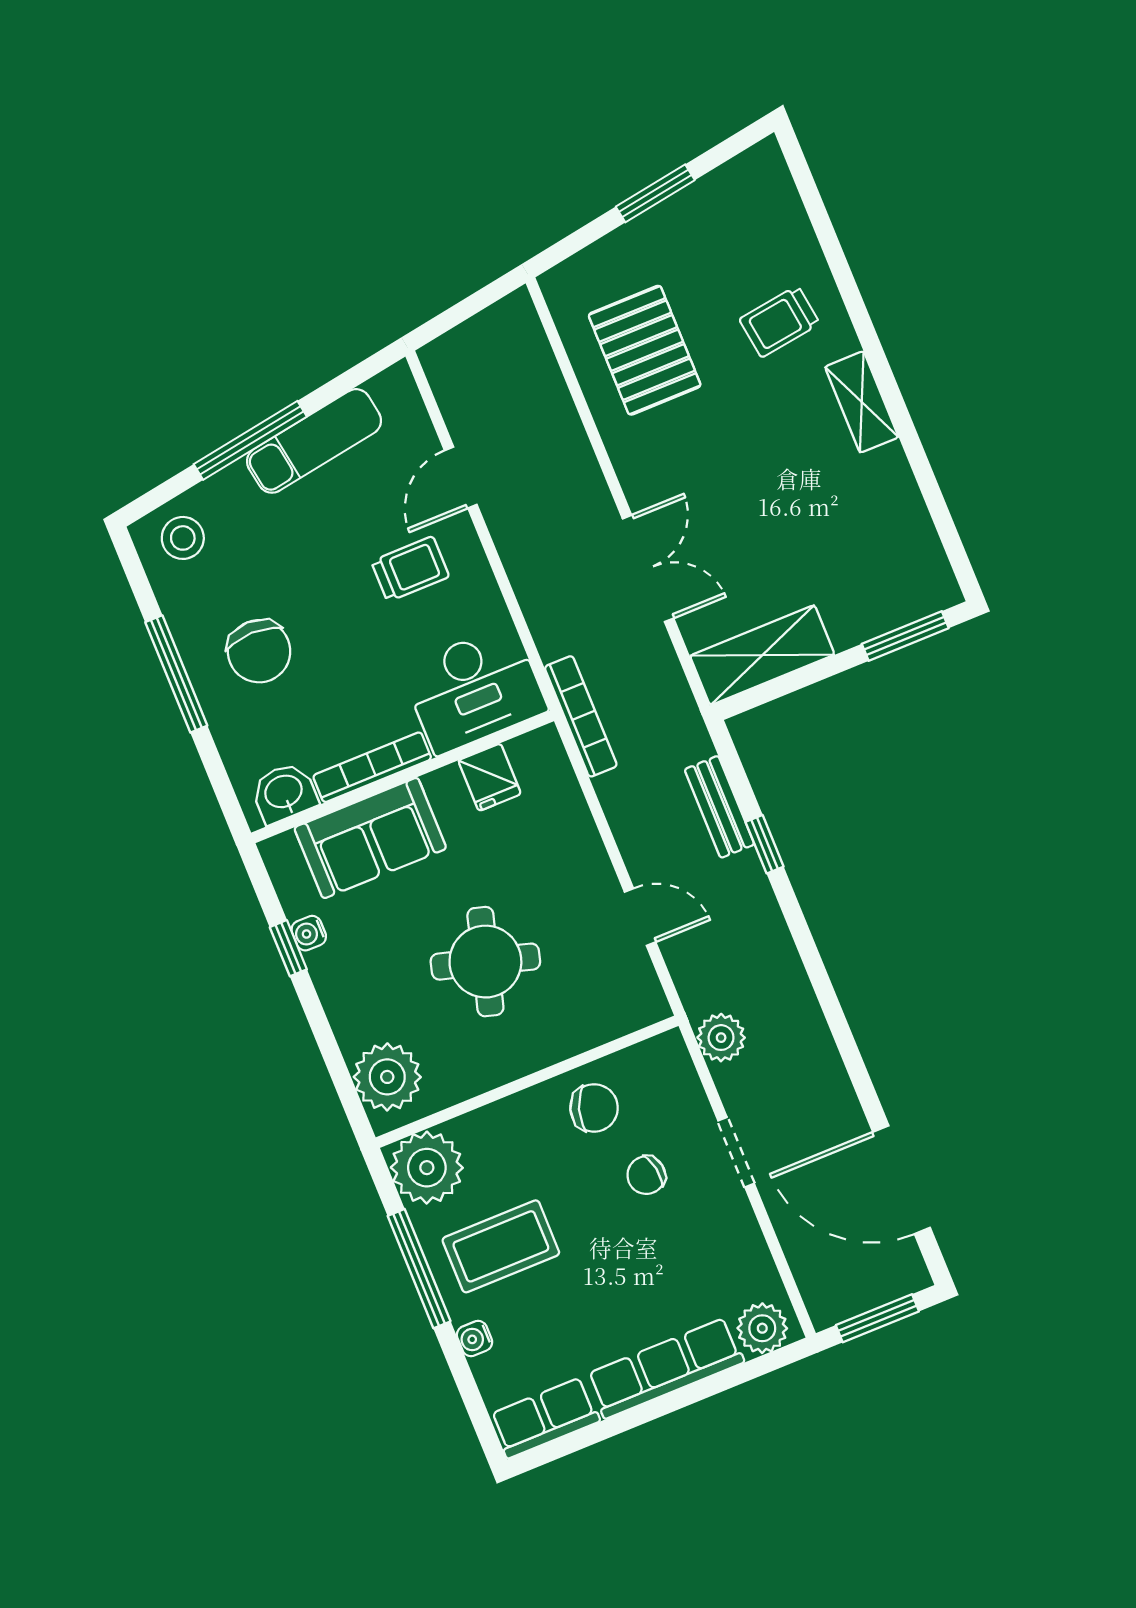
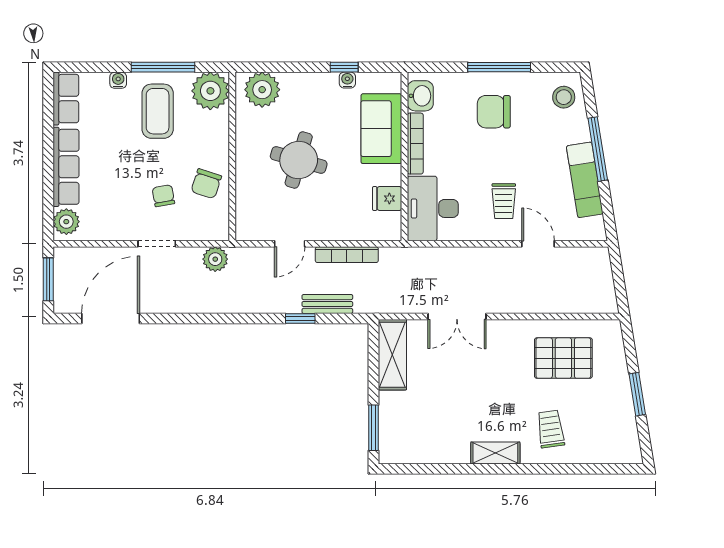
bookcase: (581, 716) -> (347, 255), moved

